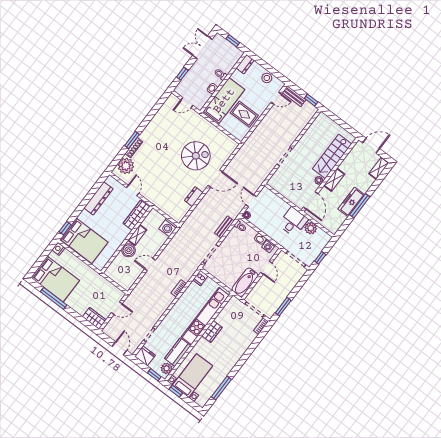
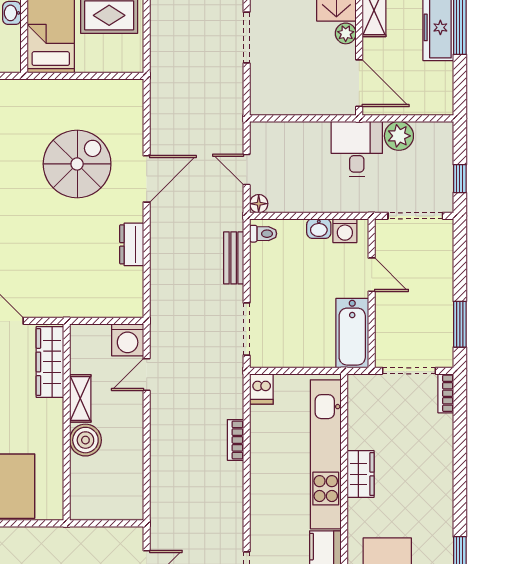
door: (150, 264) -> (147, 374), moved

